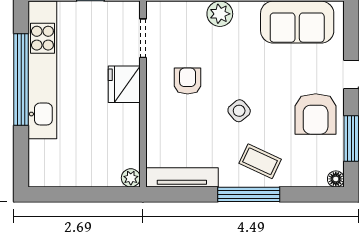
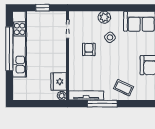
fridge: (124, 84) -> (59, 82), moved
side table: (239, 111) -> (110, 37), moved
window: (249, 194) -> (102, 104), moved

